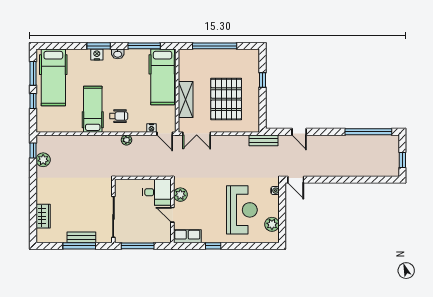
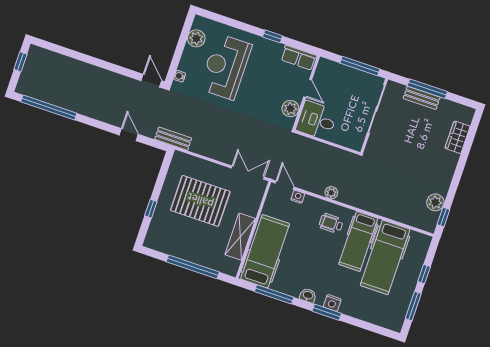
hospital bed: (53, 77) -> (385, 257), moved, turned 180
shelving: (186, 99) -> (240, 237), moved
pallet: (226, 99) -> (200, 201), turned 90

